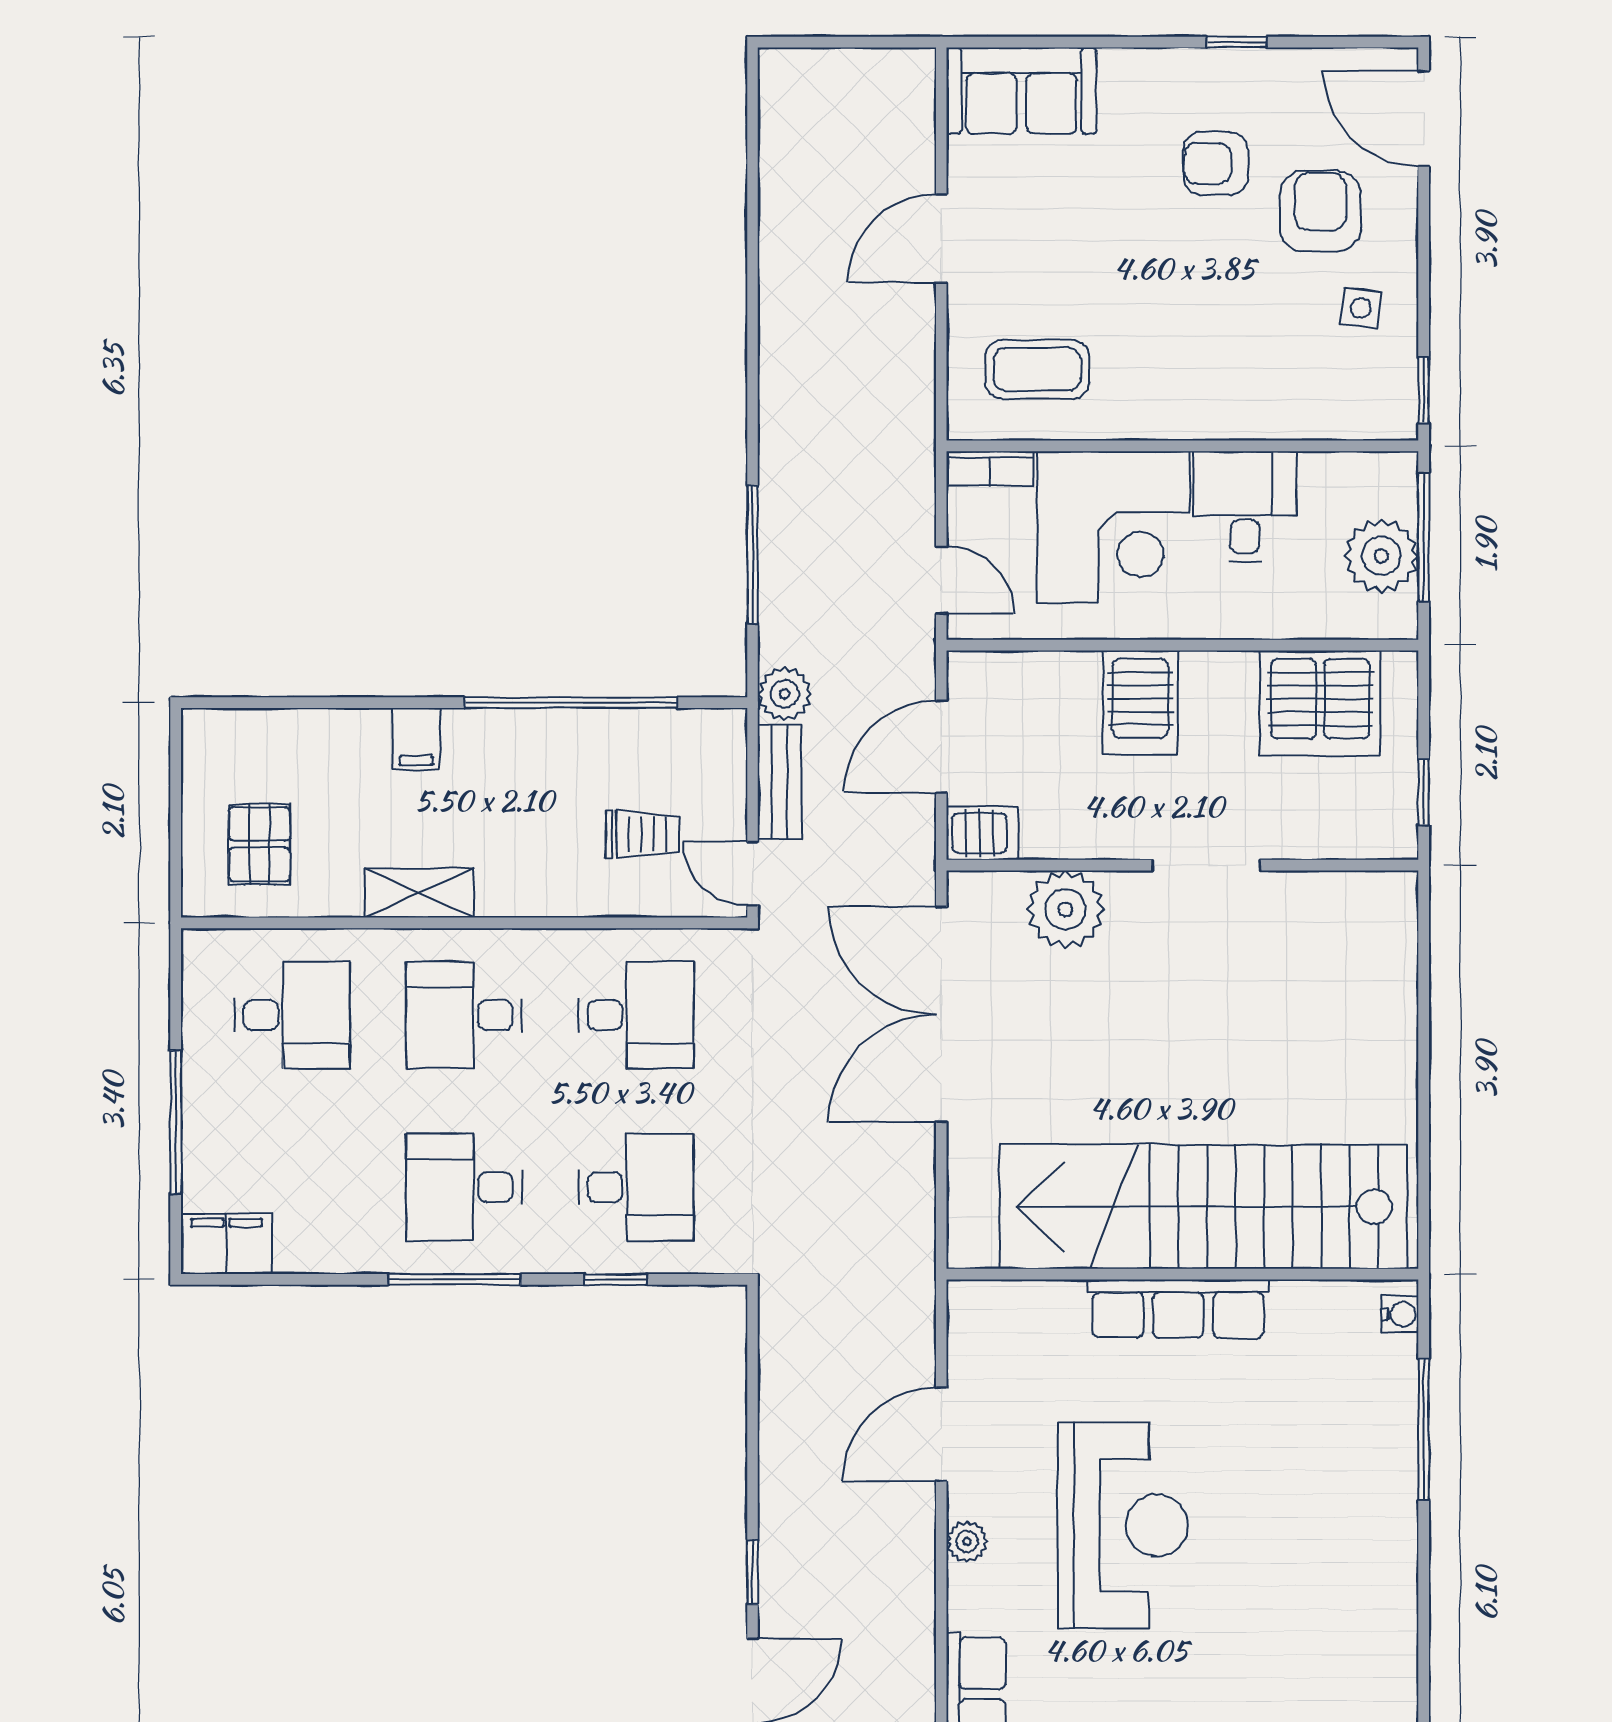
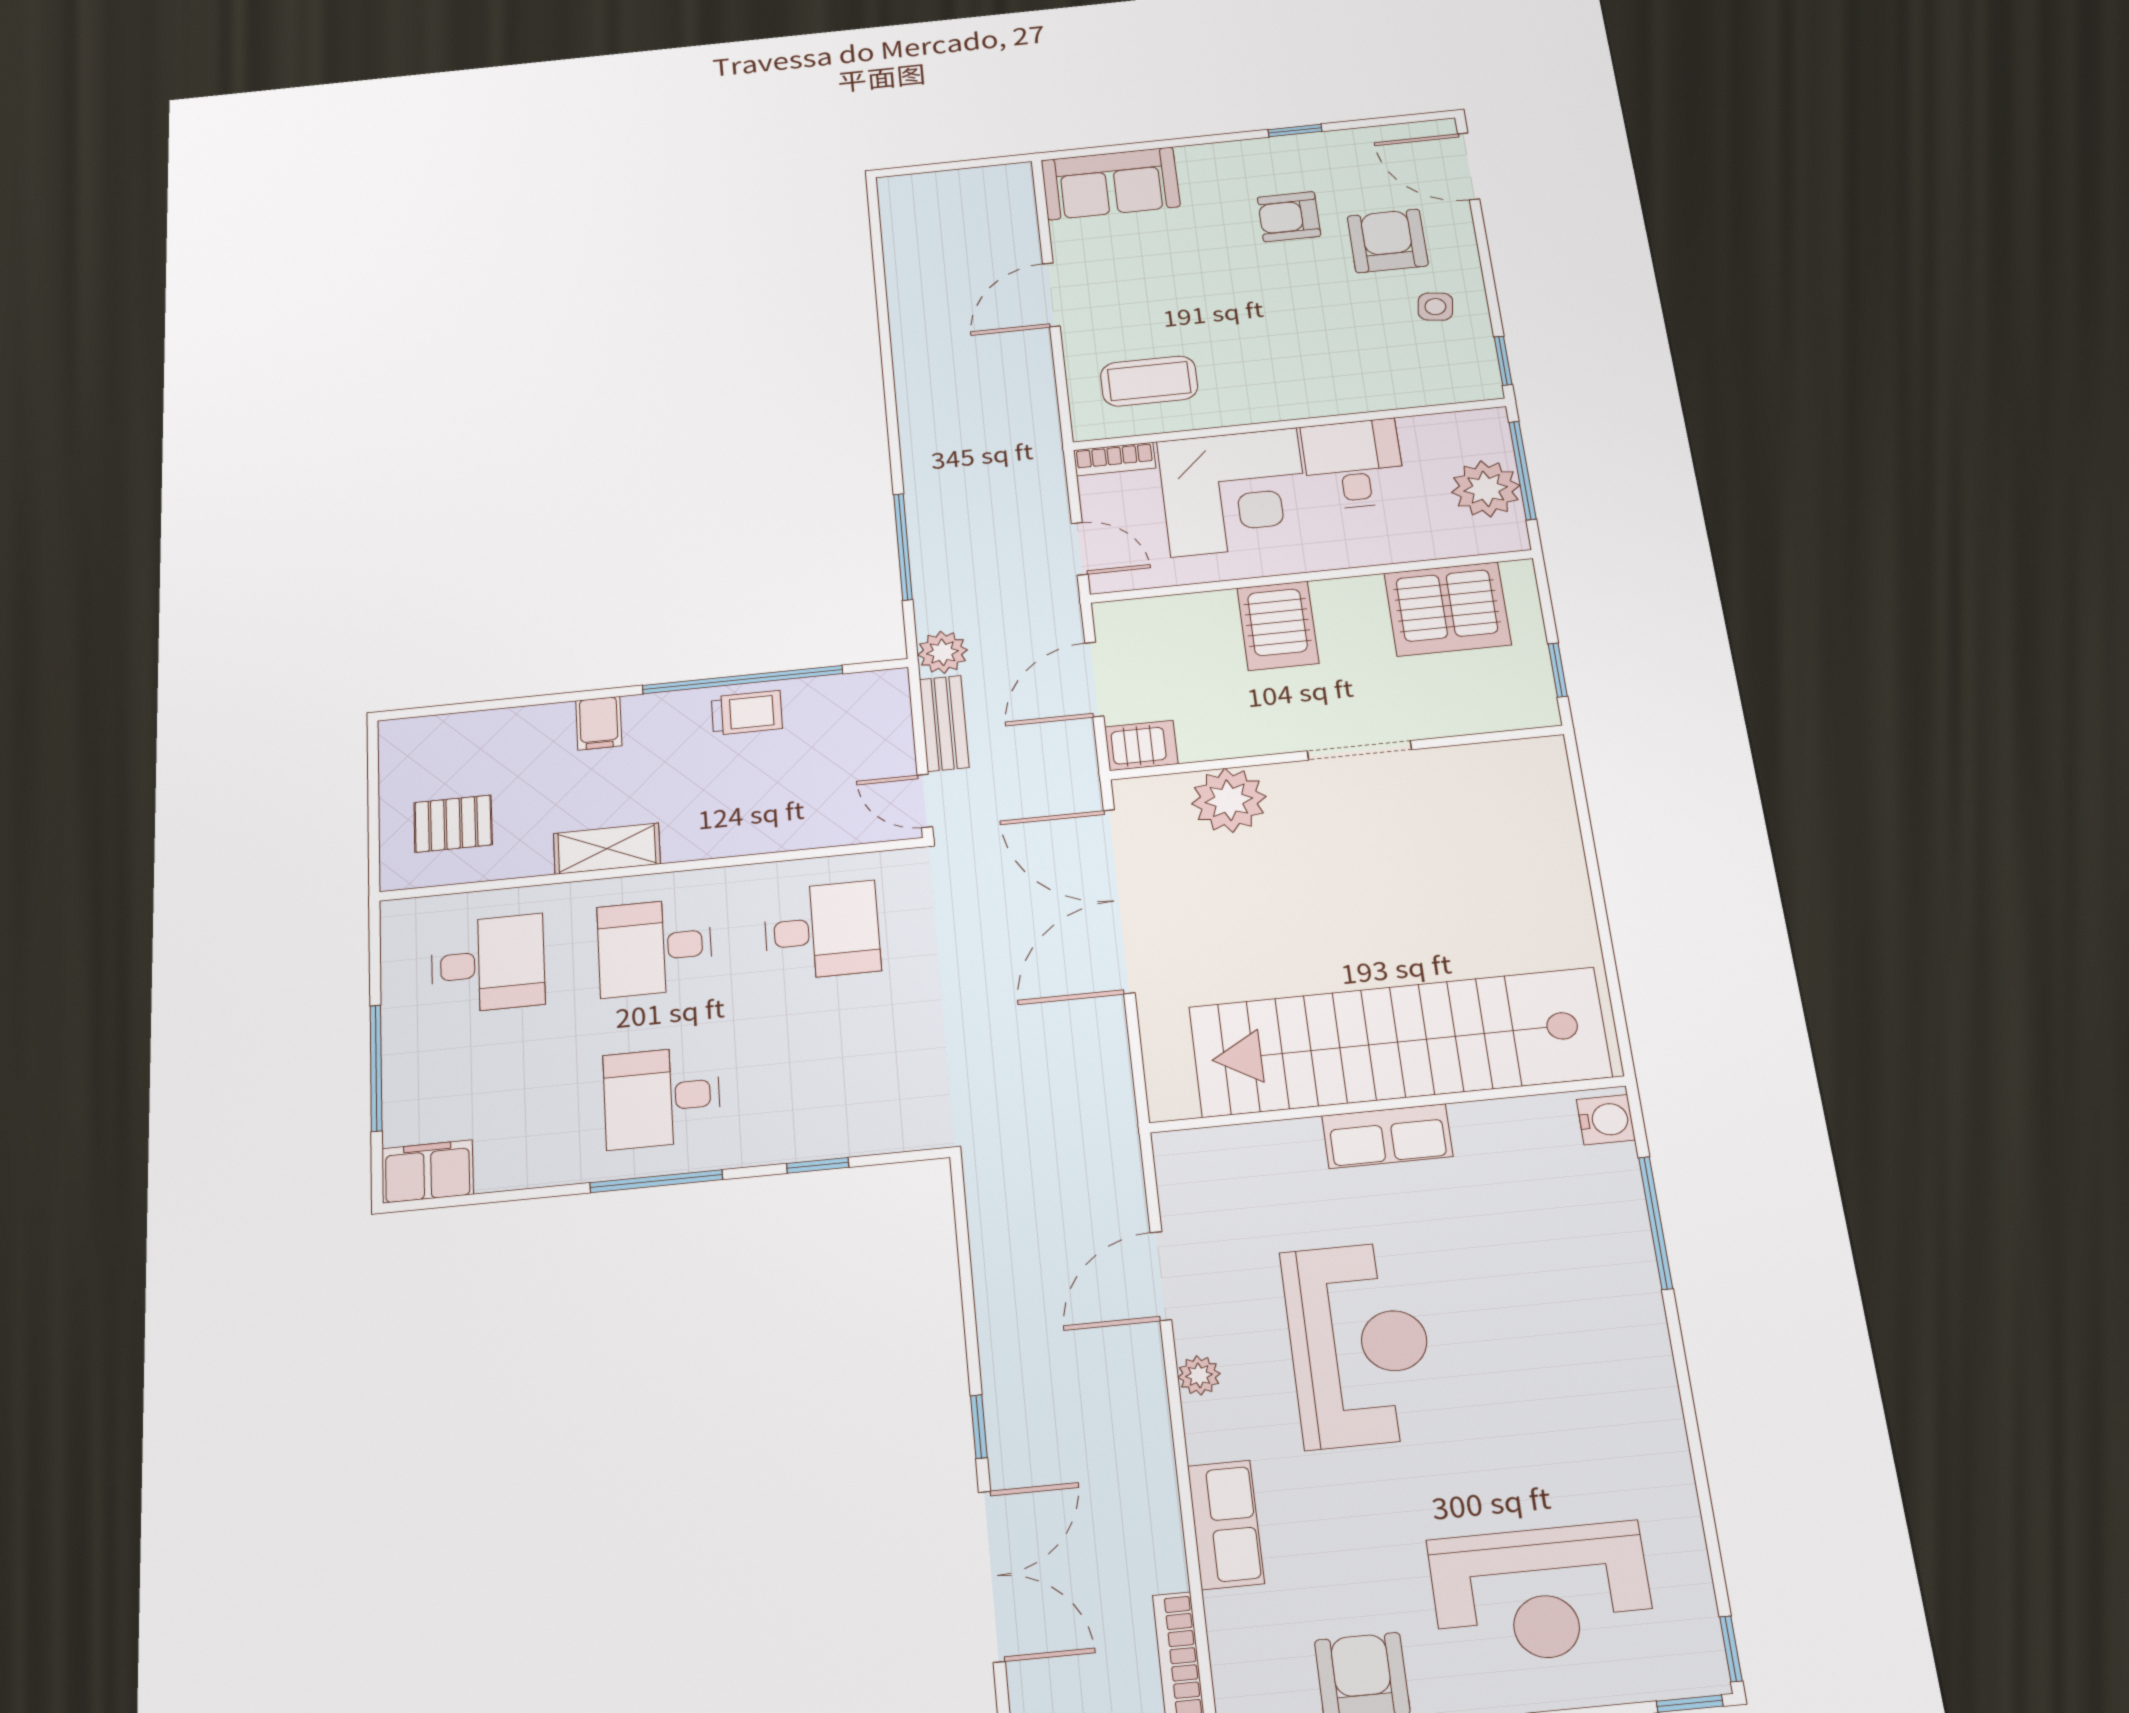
trolley: (642, 834) -> (747, 713), moved
pallet: (259, 844) -> (453, 824), turned 90
desk: (636, 1187) -> (832, 1080), removed
row of seats: (1178, 1309) -> (1387, 1136), width x0.68
water cooler: (1400, 1314) -> (1606, 1120), width x1.38, depth x1.38

